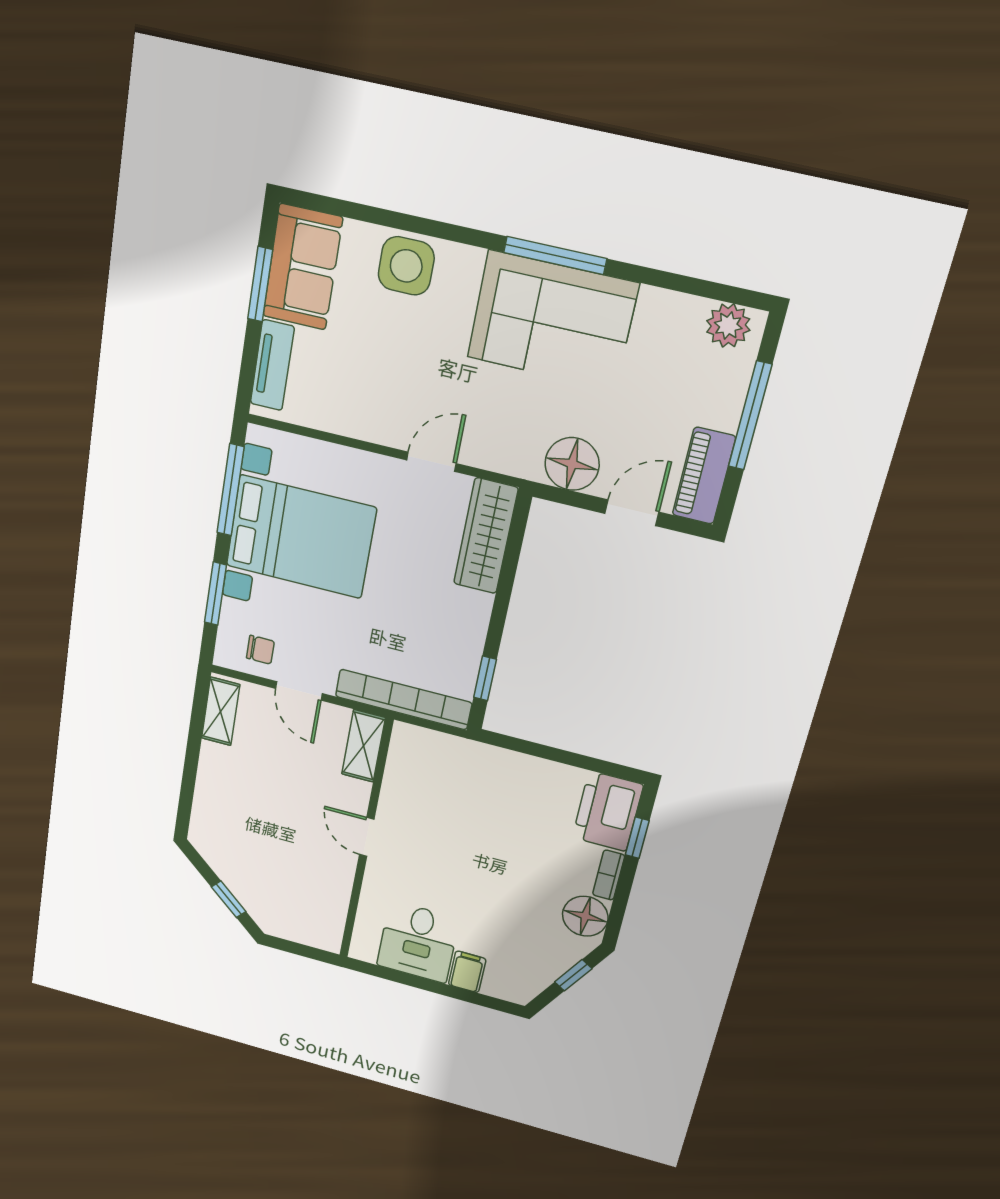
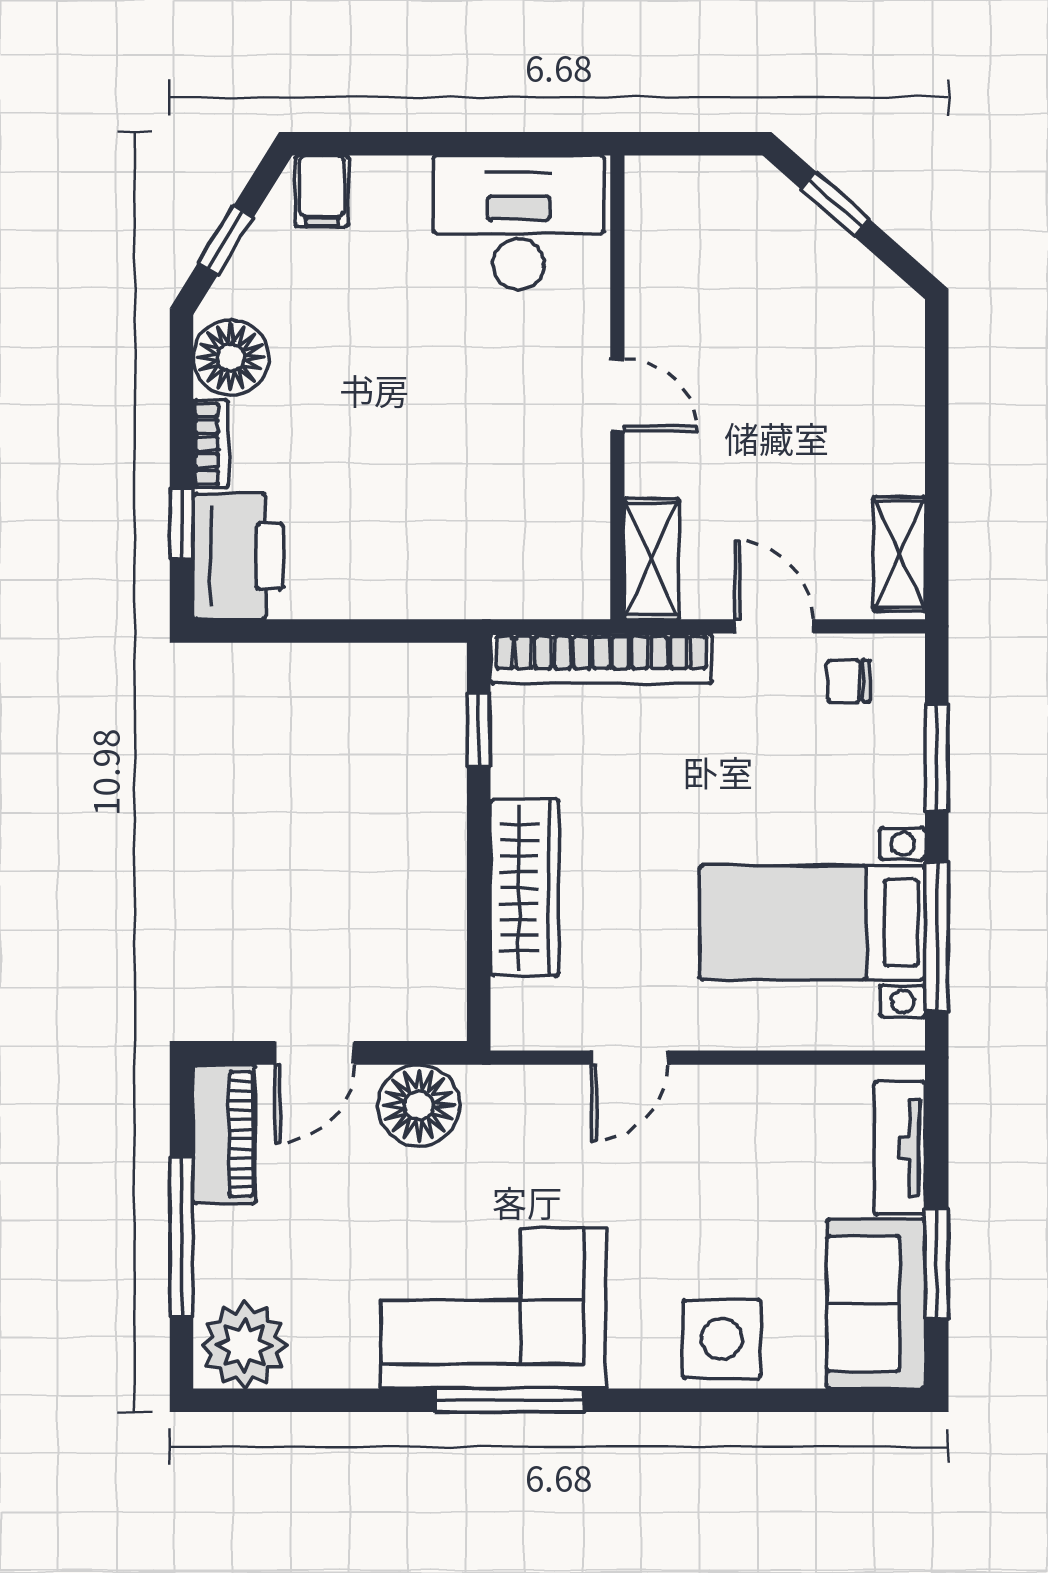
plant: (728, 325) -> (244, 1345), width x1.36, depth x1.36
wardrobe: (486, 536) -> (524, 888), moved
bed with nightstands: (301, 537) -> (813, 922), width x0.73
desk: (418, 942) -> (519, 223), width x1.37
filing cabinet: (467, 972) -> (322, 191), moved

